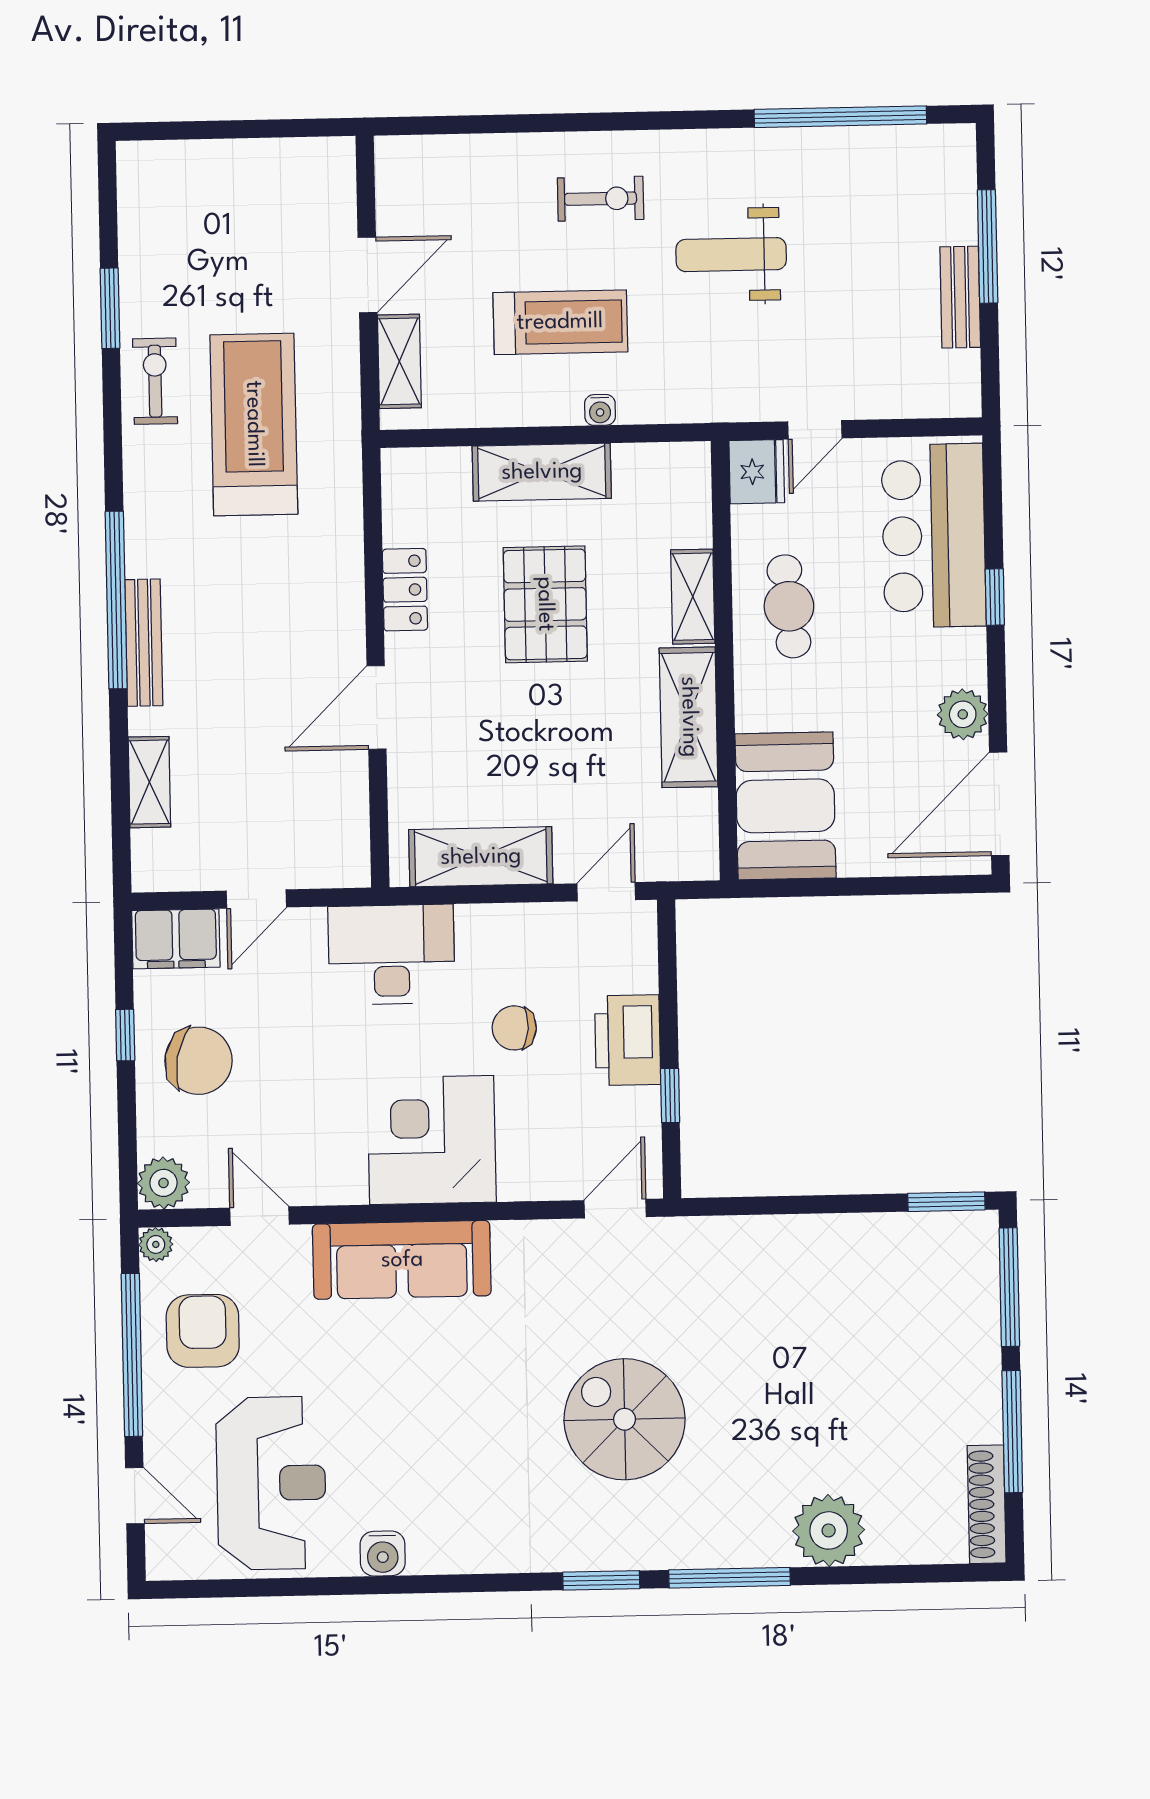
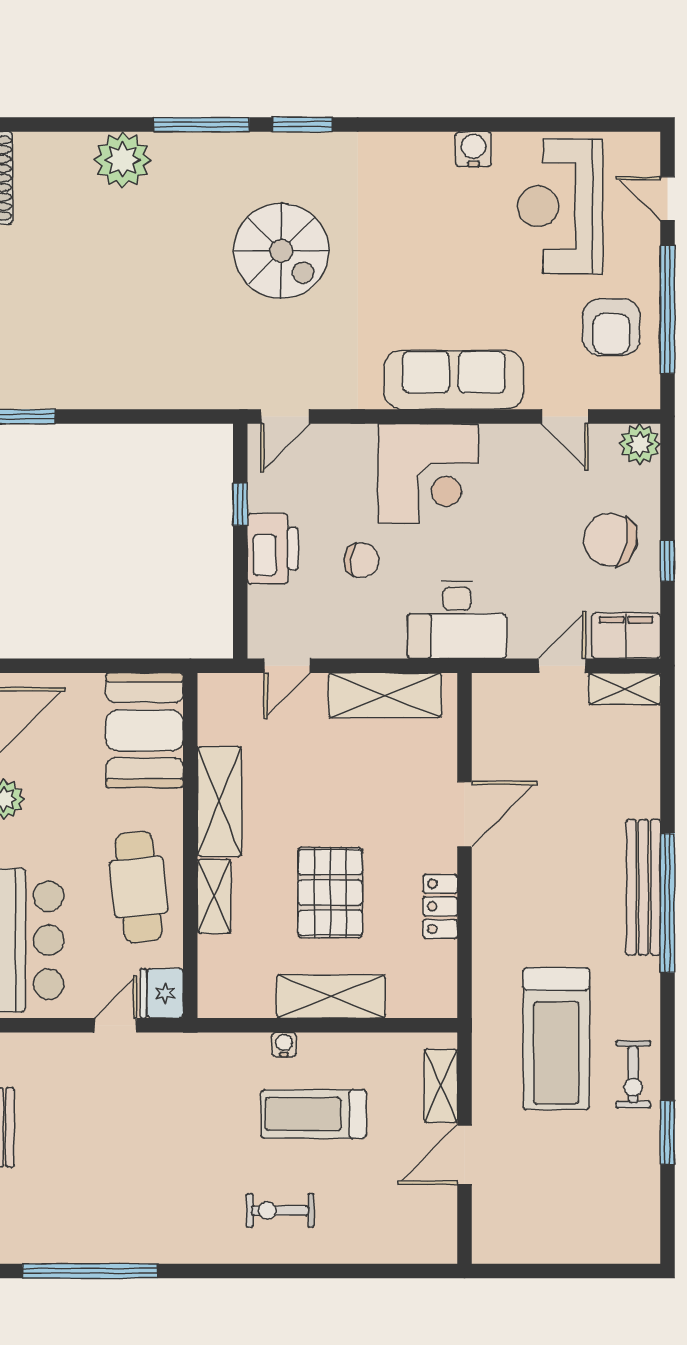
weight bench: (731, 255) -> (178, 1164), removed
cafe table: (789, 606) -> (139, 887), width x1.37, depth x1.35
bench: (144, 643) -> (643, 887), width x1.37, depth x1.21
shelving: (149, 782) -> (625, 689), moved, turned 90
plant: (156, 1244) -> (647, 396), removed

